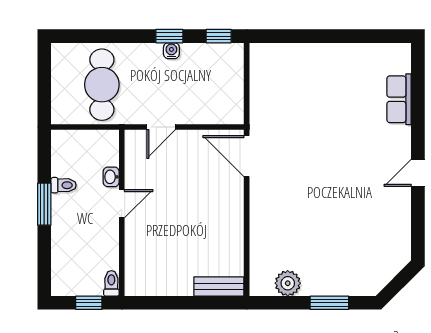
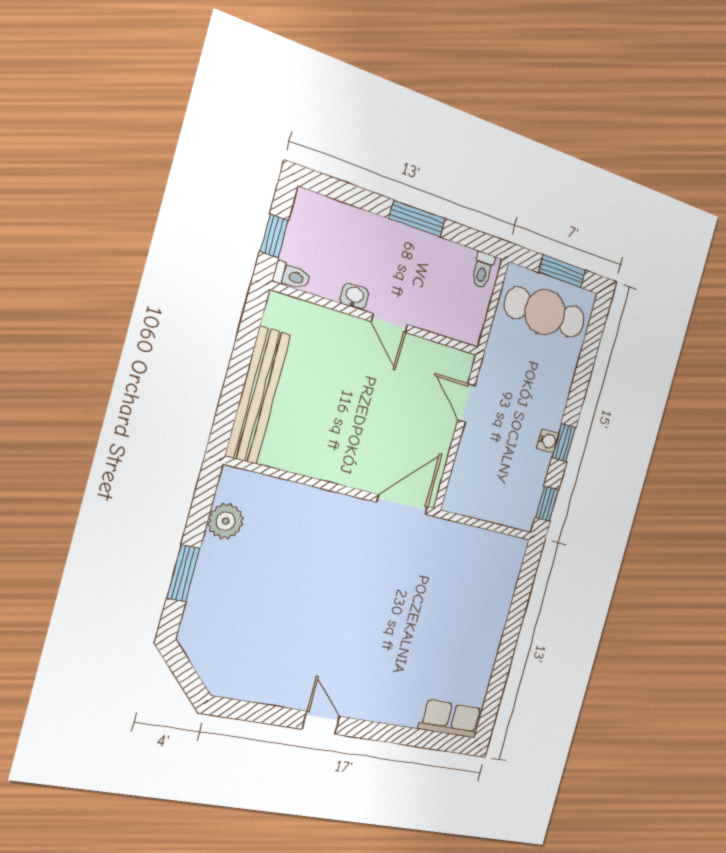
window: (44, 78) -> (562, 271), added
cafe table: (102, 85) -> (545, 312), moved
row of seats: (399, 99) -> (450, 719), moved
washbasin: (111, 177) -> (354, 296), moved
toilet: (64, 185) -> (483, 270), moved
bench: (219, 286) -> (258, 395), width x1.86, depth x1.21

